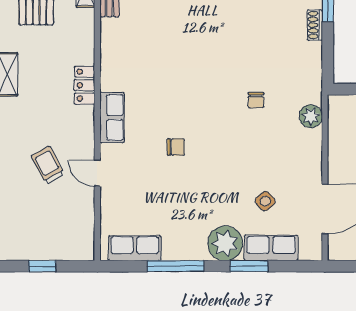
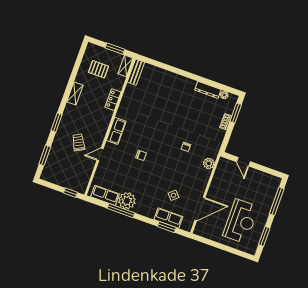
locker: (84, 85) -> (113, 100), moved
door: (97, 173) -> (100, 154), hinge flipped
plant: (225, 243) -> (127, 201), moved
window: (42, 266) -> (71, 193), moved
window: (249, 266) -> (167, 227), moved

